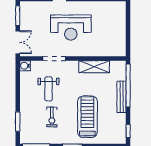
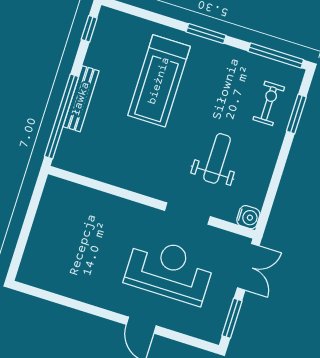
reception desk: (71, 28) -> (169, 270), moved
double door: (18, 42) -> (248, 267), swing flipped
shelving: (94, 67) -> (115, 173), removed
exercise bike: (52, 117) -> (269, 103), moved

